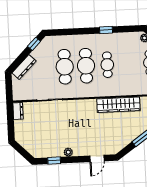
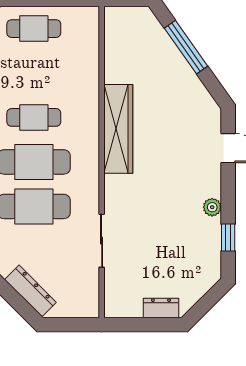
wardrobe: (118, 105) -> (118, 129), moved
dresser: (18, 111) -> (161, 308), moved

